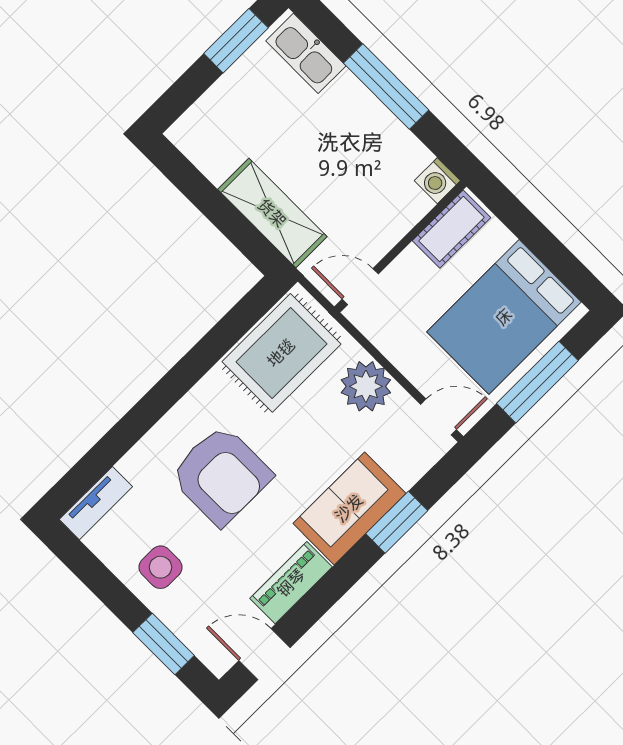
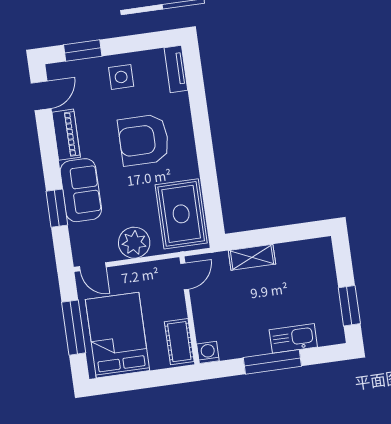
kitchen sink: (306, 53) -> (293, 338), moved
shelving: (272, 213) -> (252, 257), width x0.67, depth x0.75
door: (439, 417) -> (93, 267), hinge flipped

